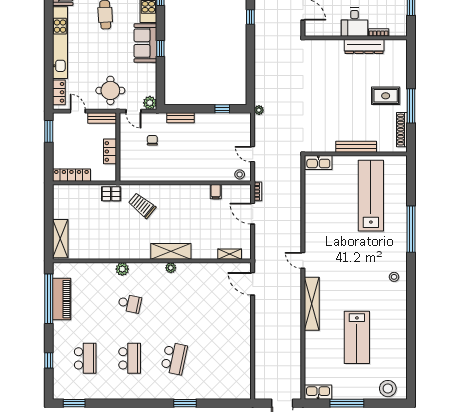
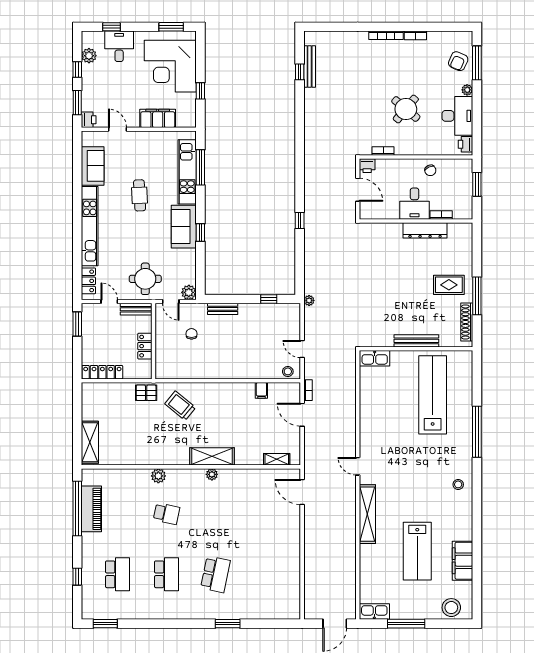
window: (250, 17) -> (300, 221), moved
filing cabinet: (398, 346) -> (463, 561), added

